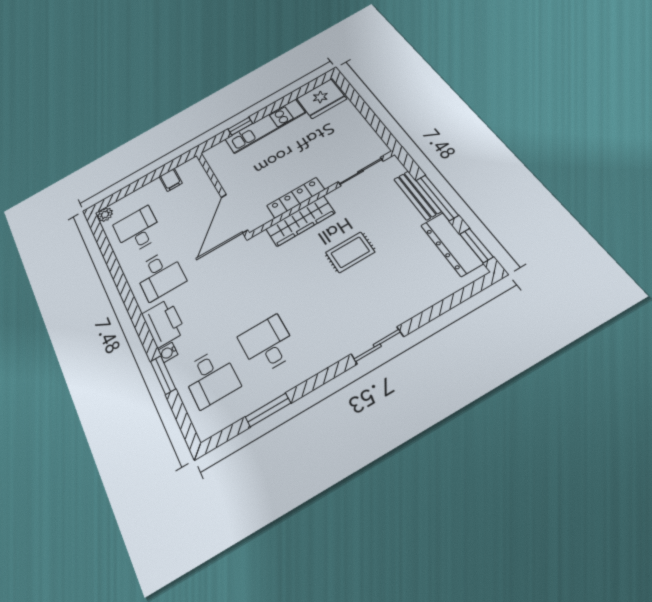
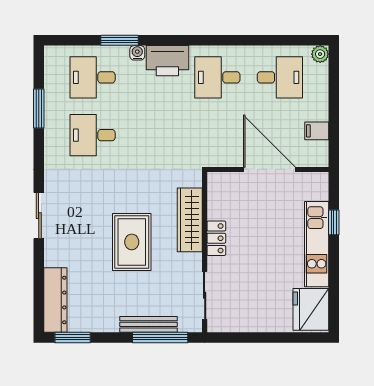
locker: (296, 198) -> (216, 238), width x0.66
window: (437, 198) -> (160, 337), moved
door: (234, 213) -> (269, 169), moved
dresser: (452, 244) -> (55, 300), moved, turned 90
rug: (350, 252) -> (132, 242), width x1.36, depth x1.43
desk: (268, 344) -> (93, 135), turned 180

